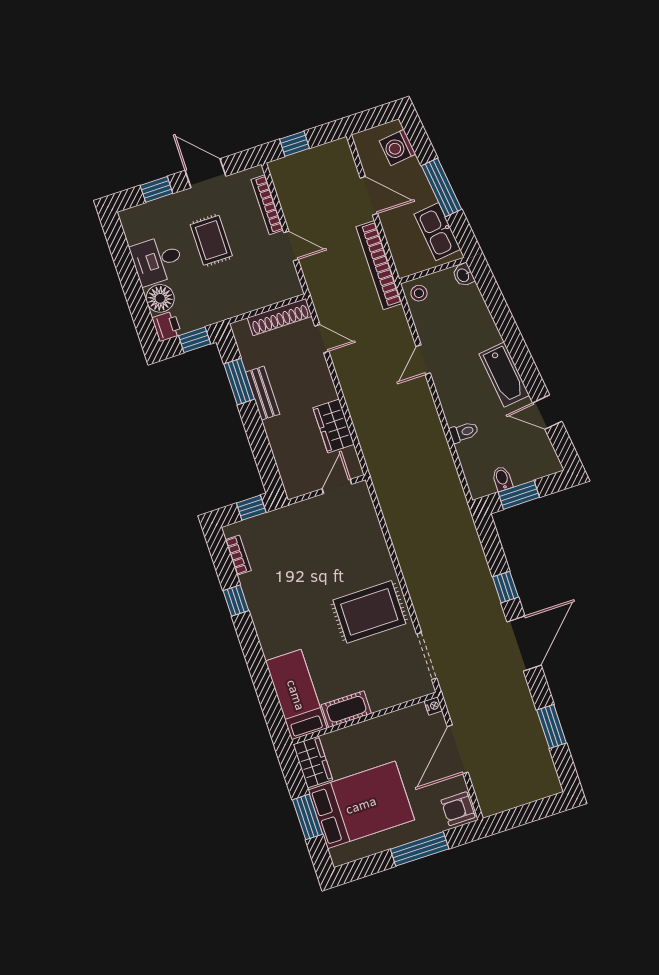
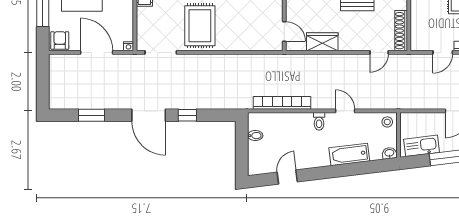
bookcase: (379, 265) -> (282, 103), moved
bathtub: (504, 375) -> (349, 154), moved
toilet: (464, 432) -> (319, 121), moved
window: (519, 495) -> (242, 142), removed

